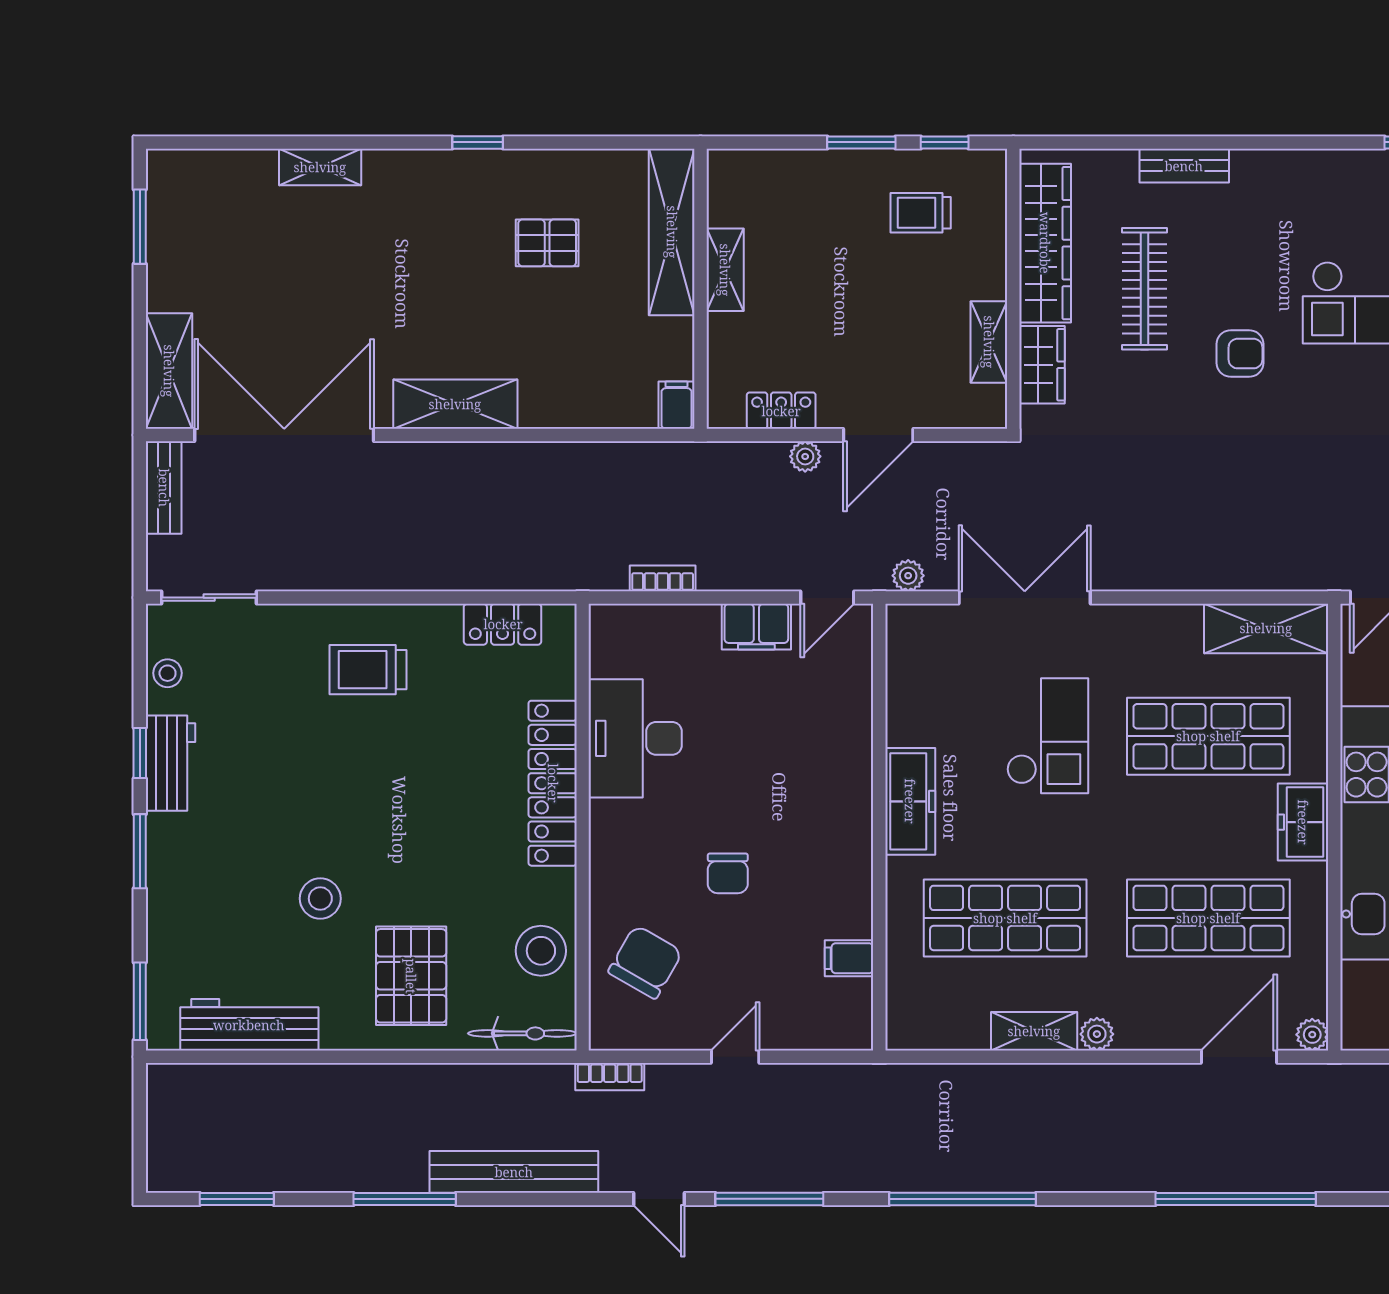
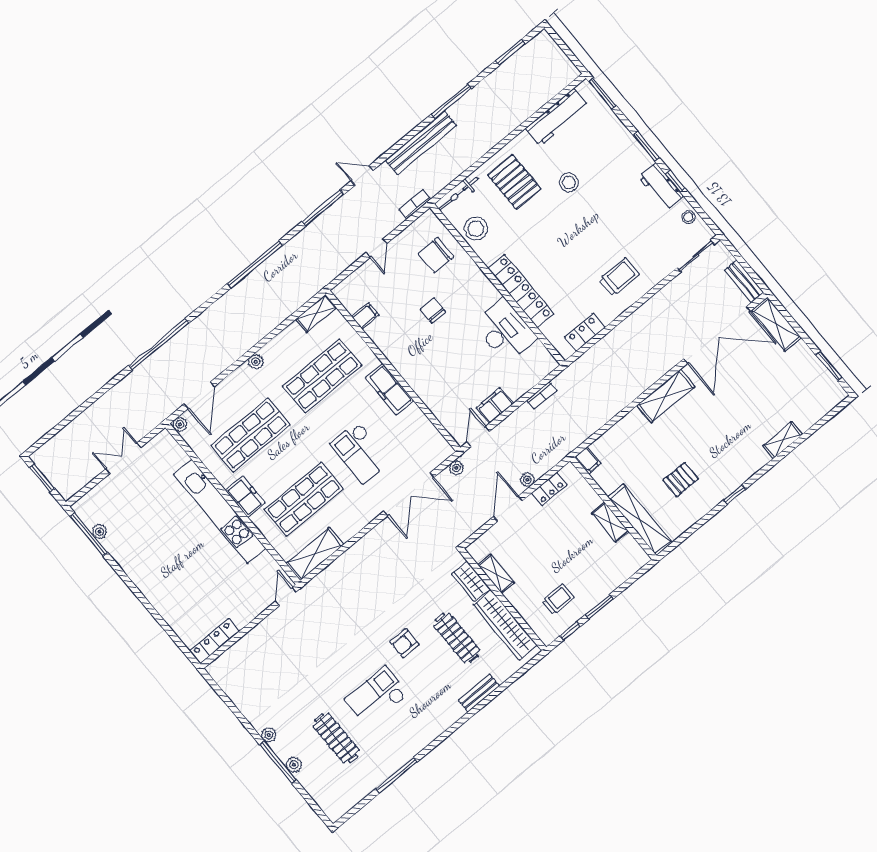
chair: (645, 962) -> (436, 255), turned 60
shelving: (1034, 1031) -> (316, 313), moved

